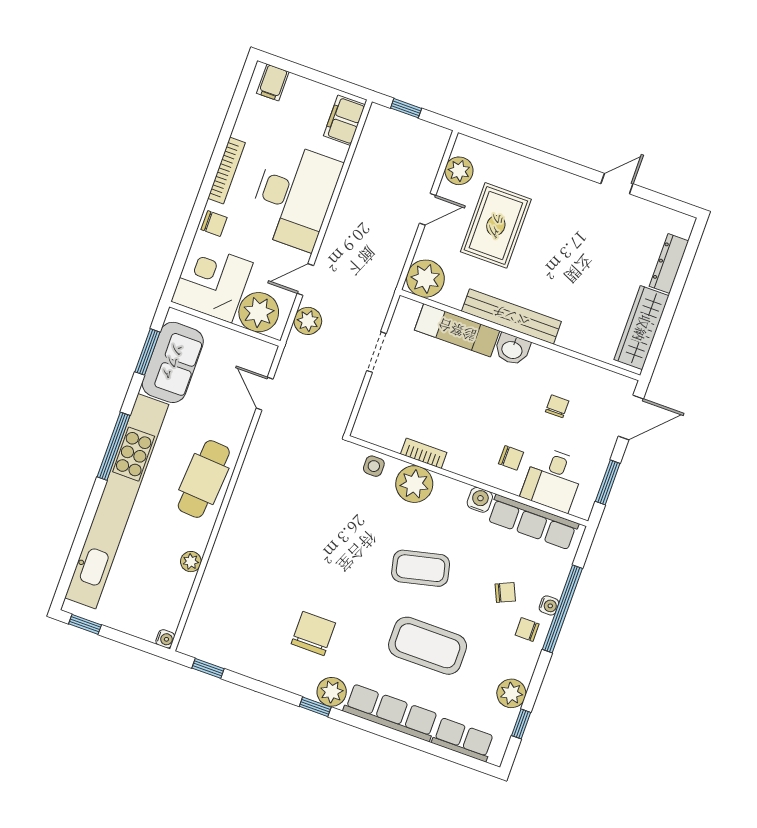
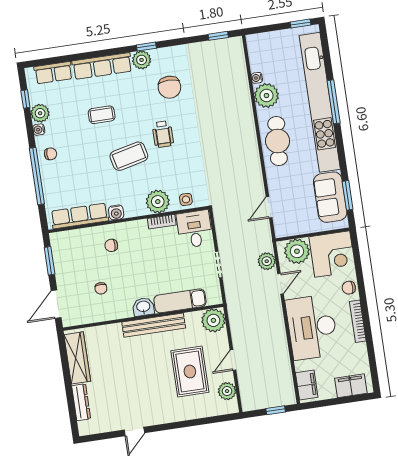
filing cabinet: (273, 82) -> (351, 386), width x2.00
door: (265, 394) -> (269, 207), swing flipped
window: (114, 446) -> (334, 102), moved
desk: (553, 479) -> (195, 229), moved
plant: (191, 562) -> (266, 96), width x1.88, depth x1.88
wheelchair: (357, 574) -> (163, 134), added
chair: (505, 592) -> (74, 168), removed
water cooler: (549, 605) -> (39, 130), moved
water cooler: (165, 639) -> (257, 78), moved
coffee table: (428, 646) -> (102, 115), width x0.54, depth x0.58

